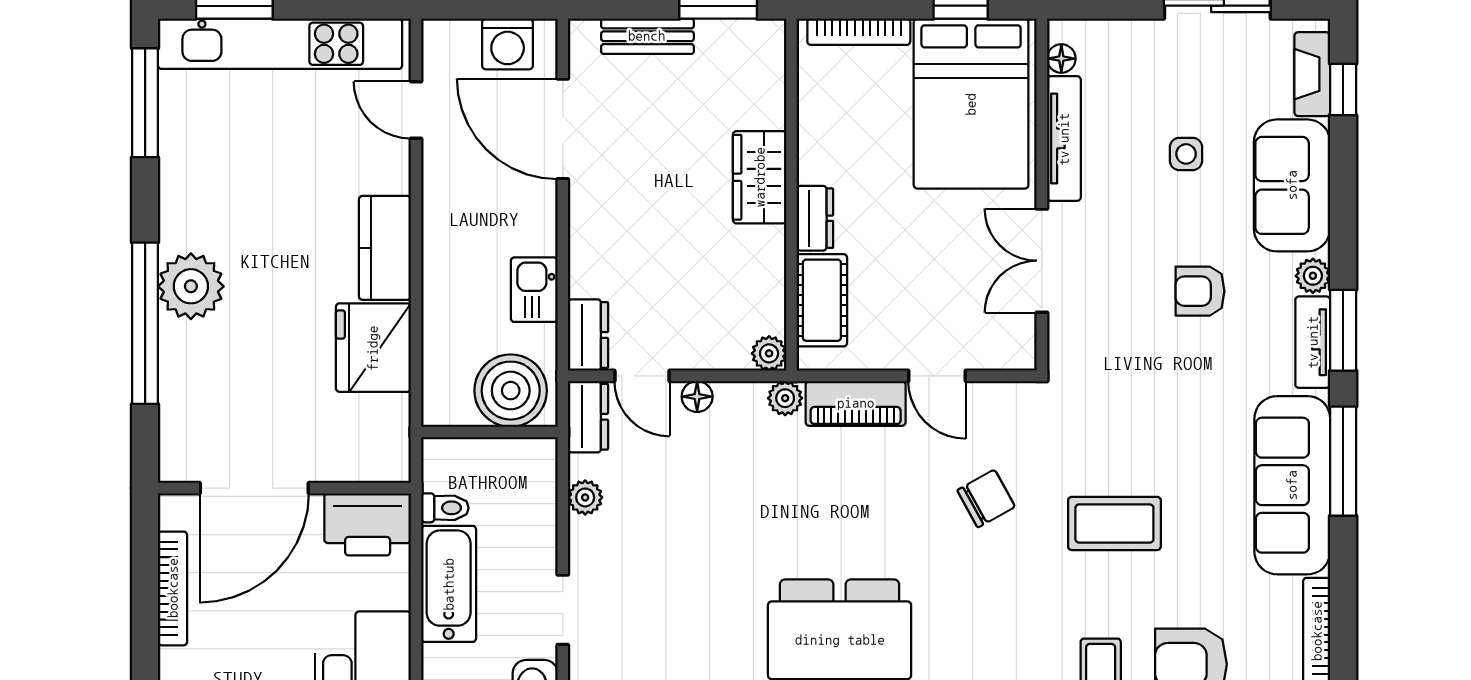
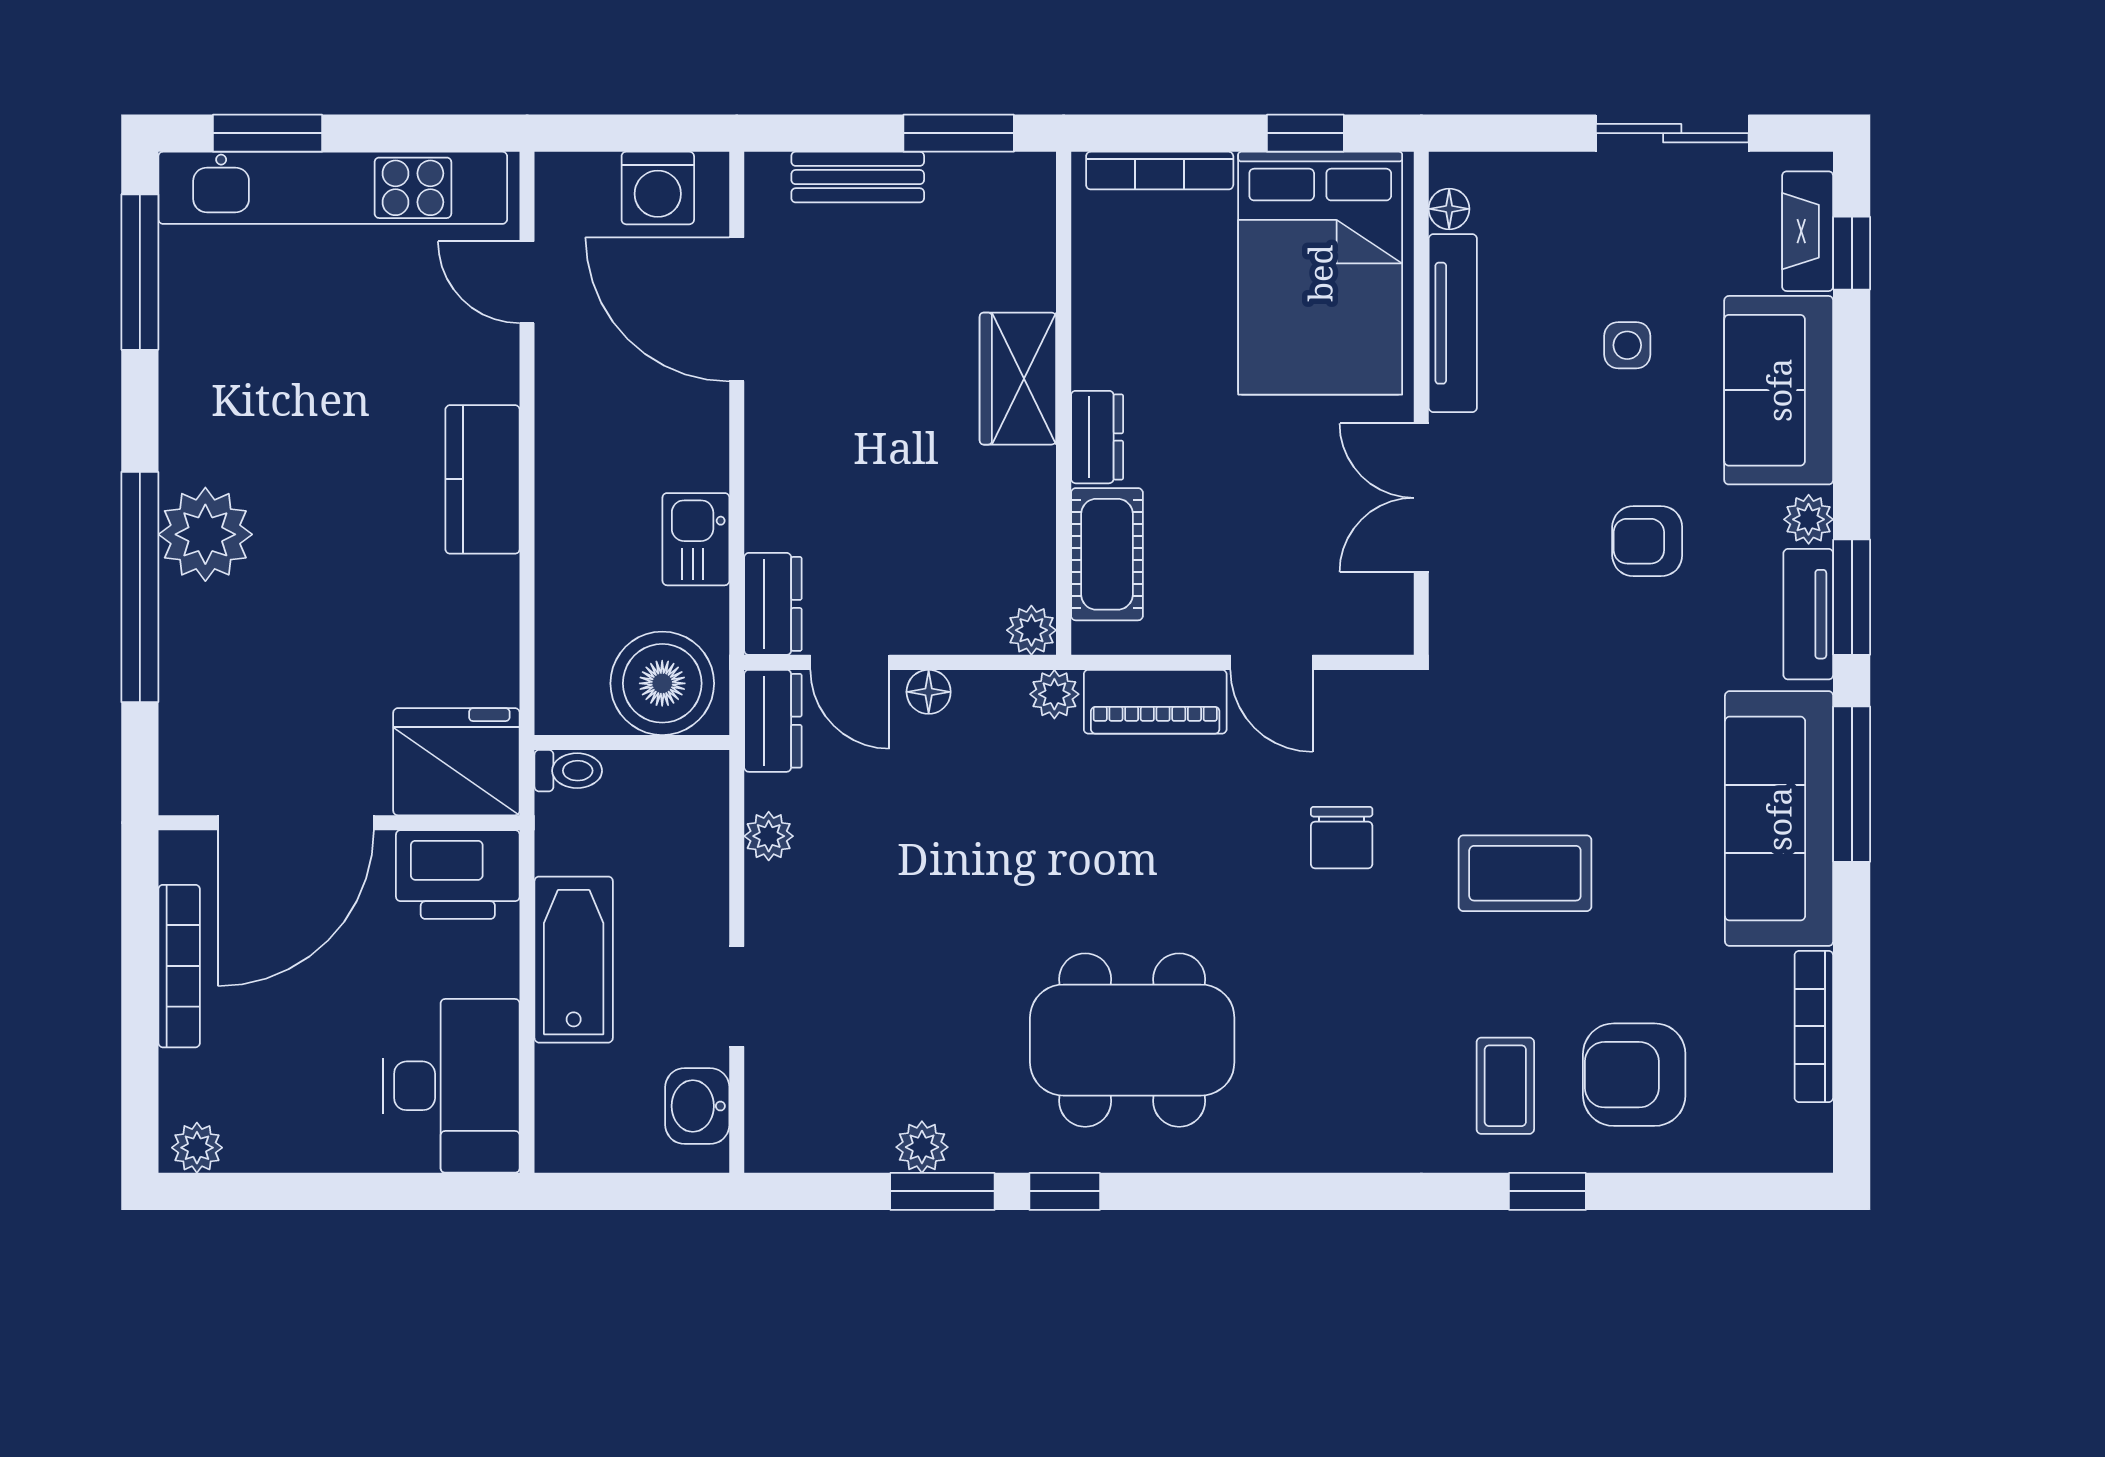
fridge: (373, 348) -> (456, 762), moved, turned 90
chair: (986, 499) -> (1342, 838), turned 119
toilet: (445, 508) -> (568, 771), moved

